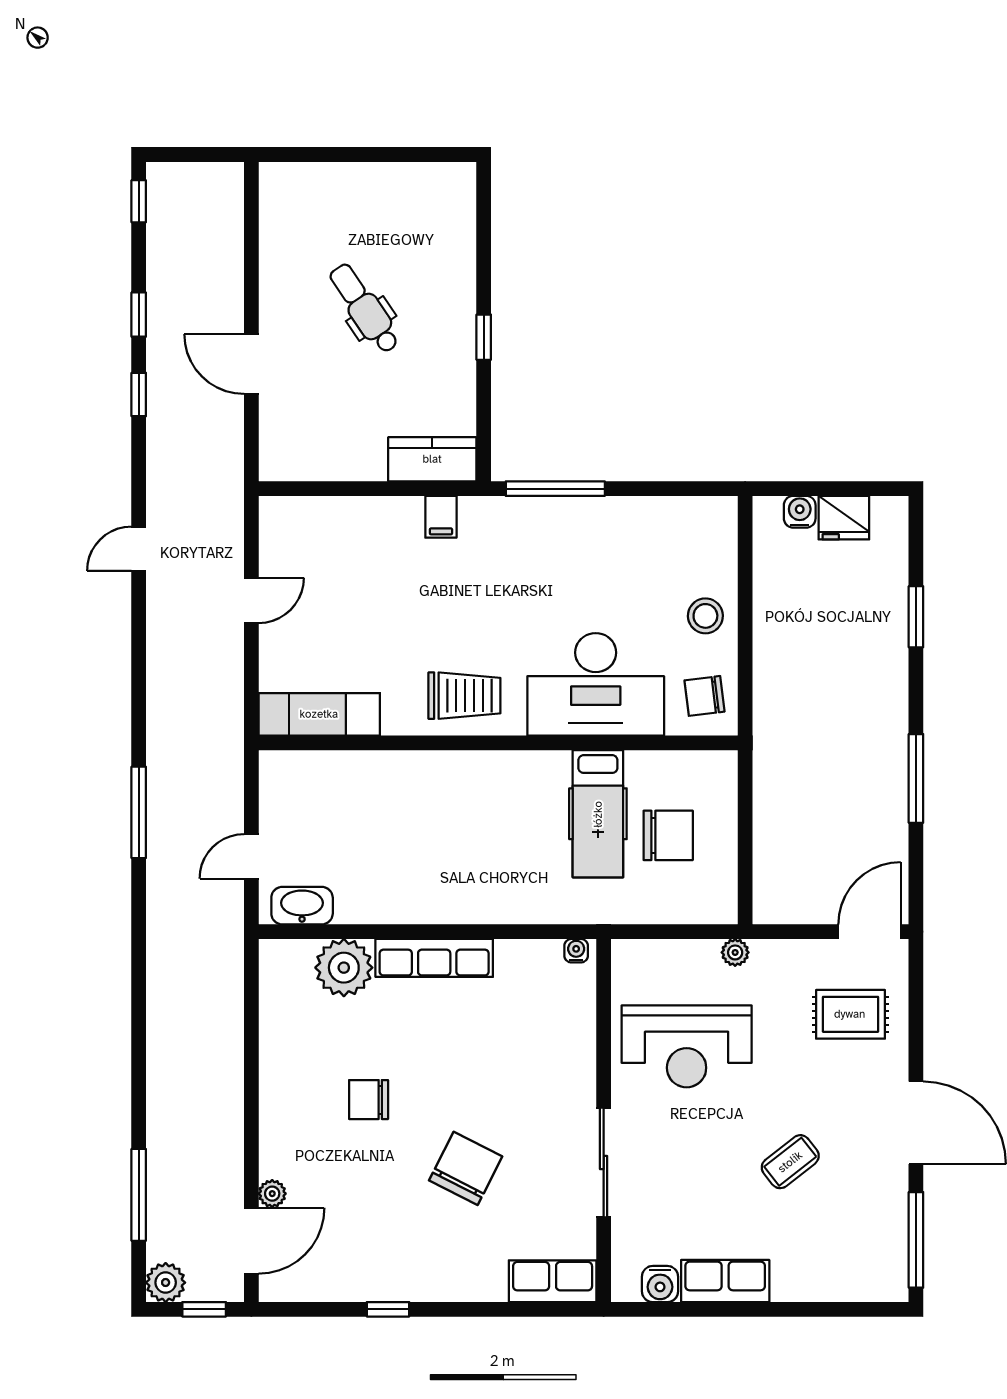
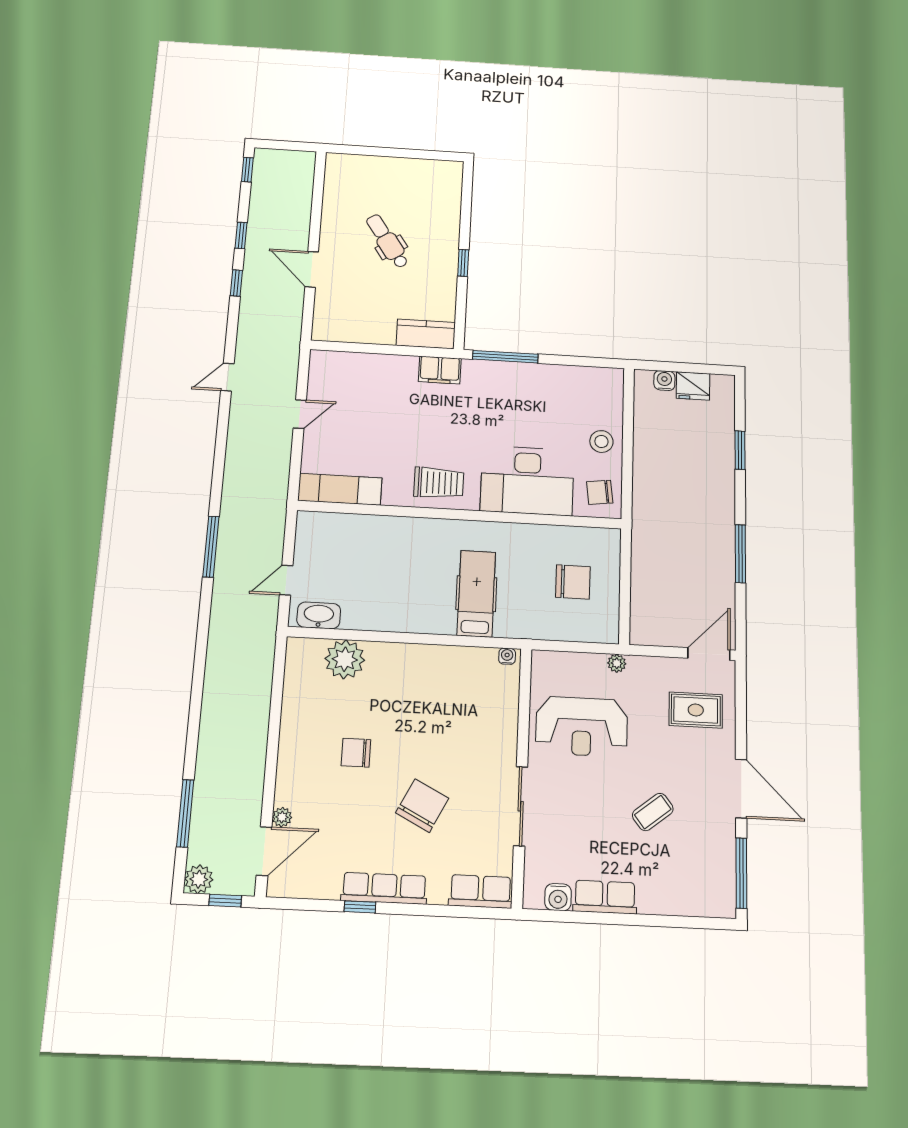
filing cabinet: (441, 517) -> (440, 370), width x2.00
hospital bed: (598, 814) -> (476, 594), moved, turned 180
row of seats: (434, 958) -> (384, 888), moved, turned 180

